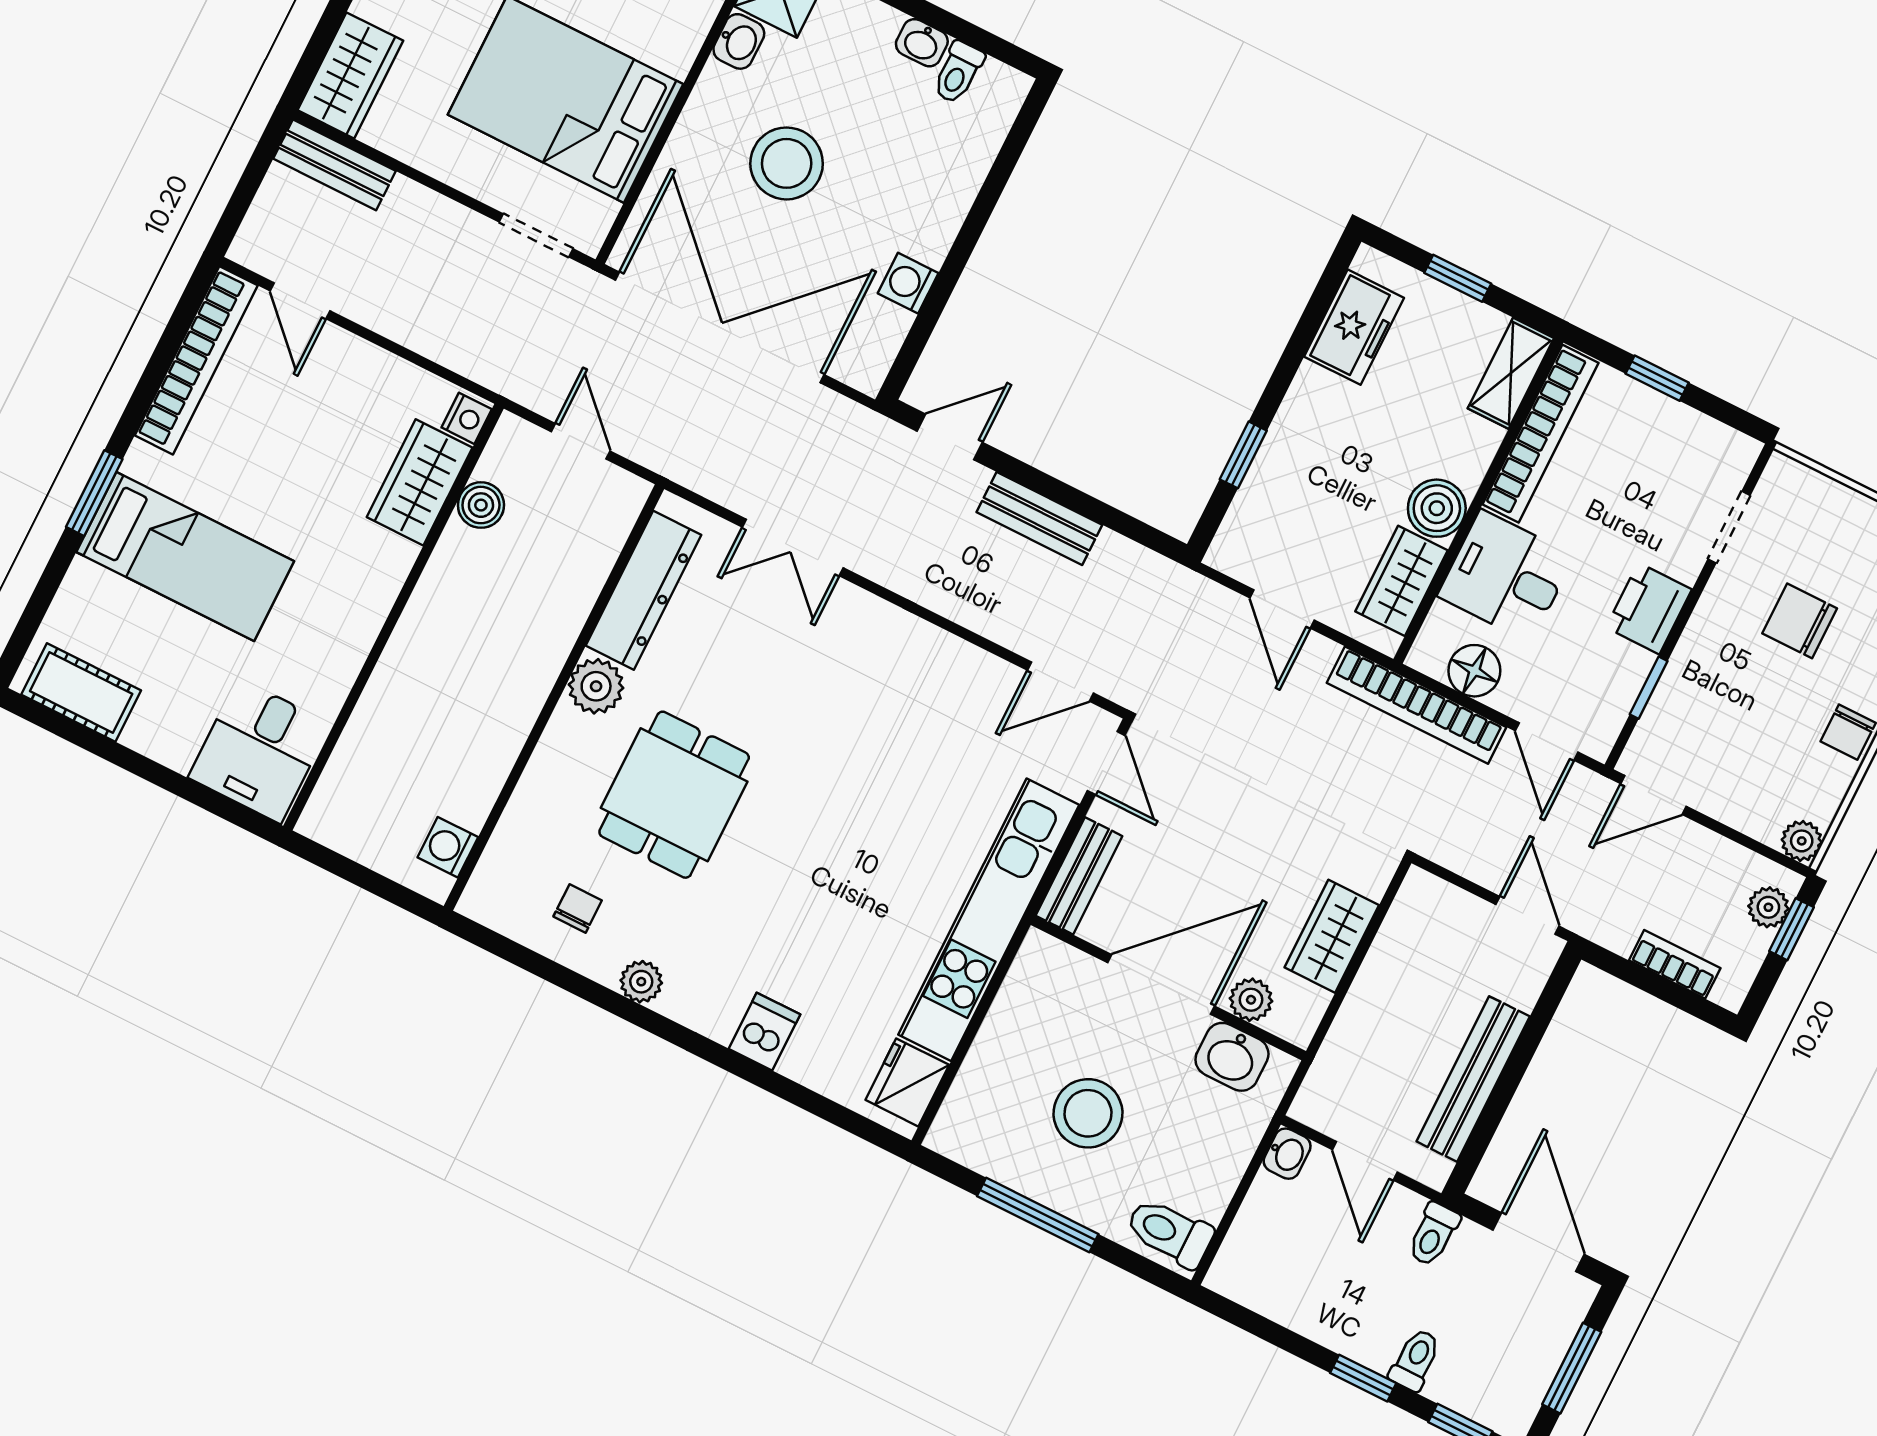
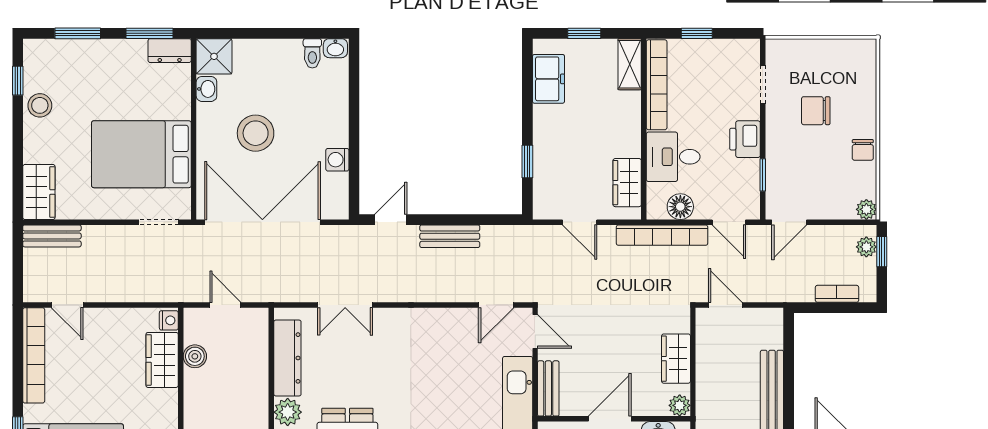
washbasin: (922, 43) -> (335, 48), moved
boiler: (1437, 508) -> (627, 142), removed
door: (1527, 915) -> (725, 305), moved
door: (1161, 984) -> (610, 419), width x0.73
plant: (1251, 1000) -> (680, 405), moved

